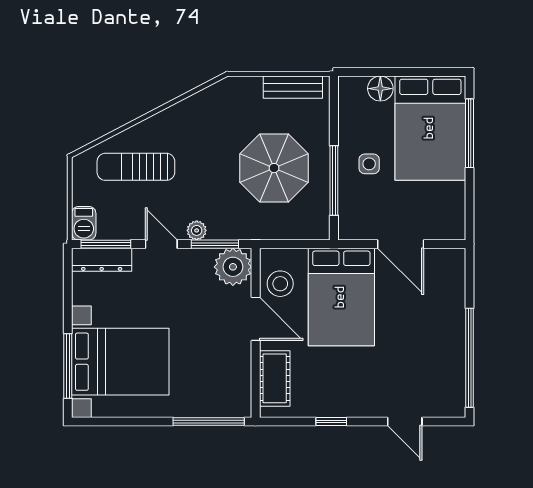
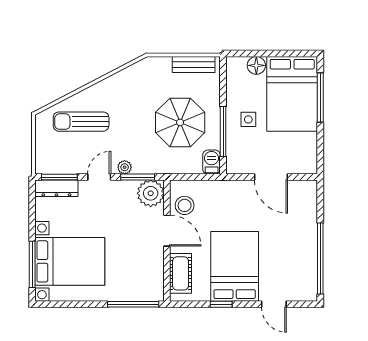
barbecue: (84, 223) -> (212, 162), moved, turned 180
door: (161, 244) -> (99, 177), hinge flipped
bed: (341, 297) -> (235, 266), moved, turned 180

